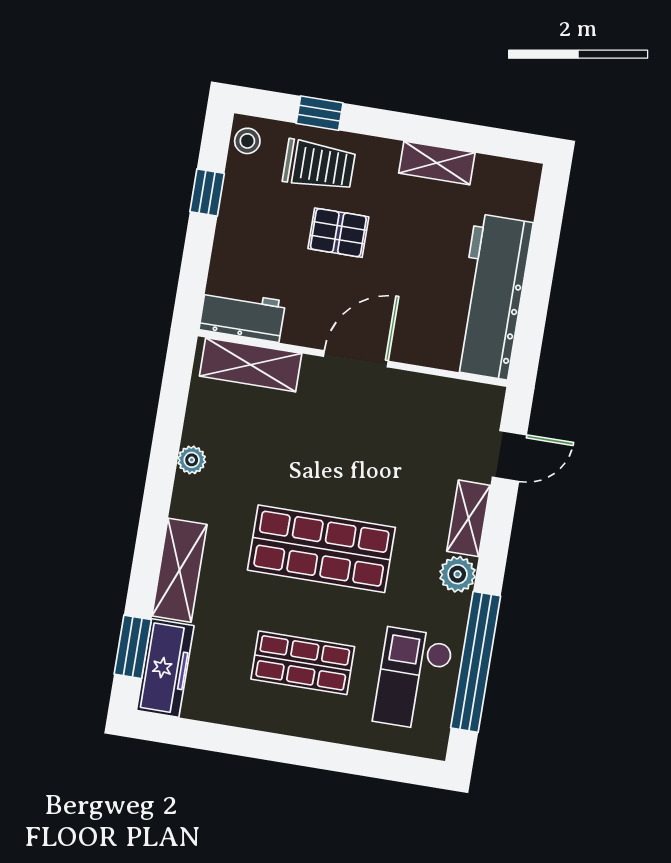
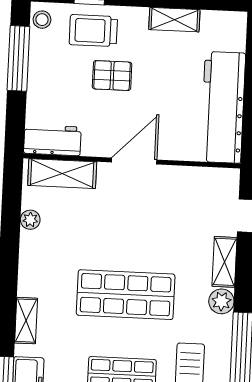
trolley: (319, 165) -> (93, 31), turned 180
window: (207, 193) -> (18, 58), width x2.17
plant: (192, 460) -> (30, 220), moved
shelving: (179, 570) -> (26, 321), width x0.67, depth x0.75

